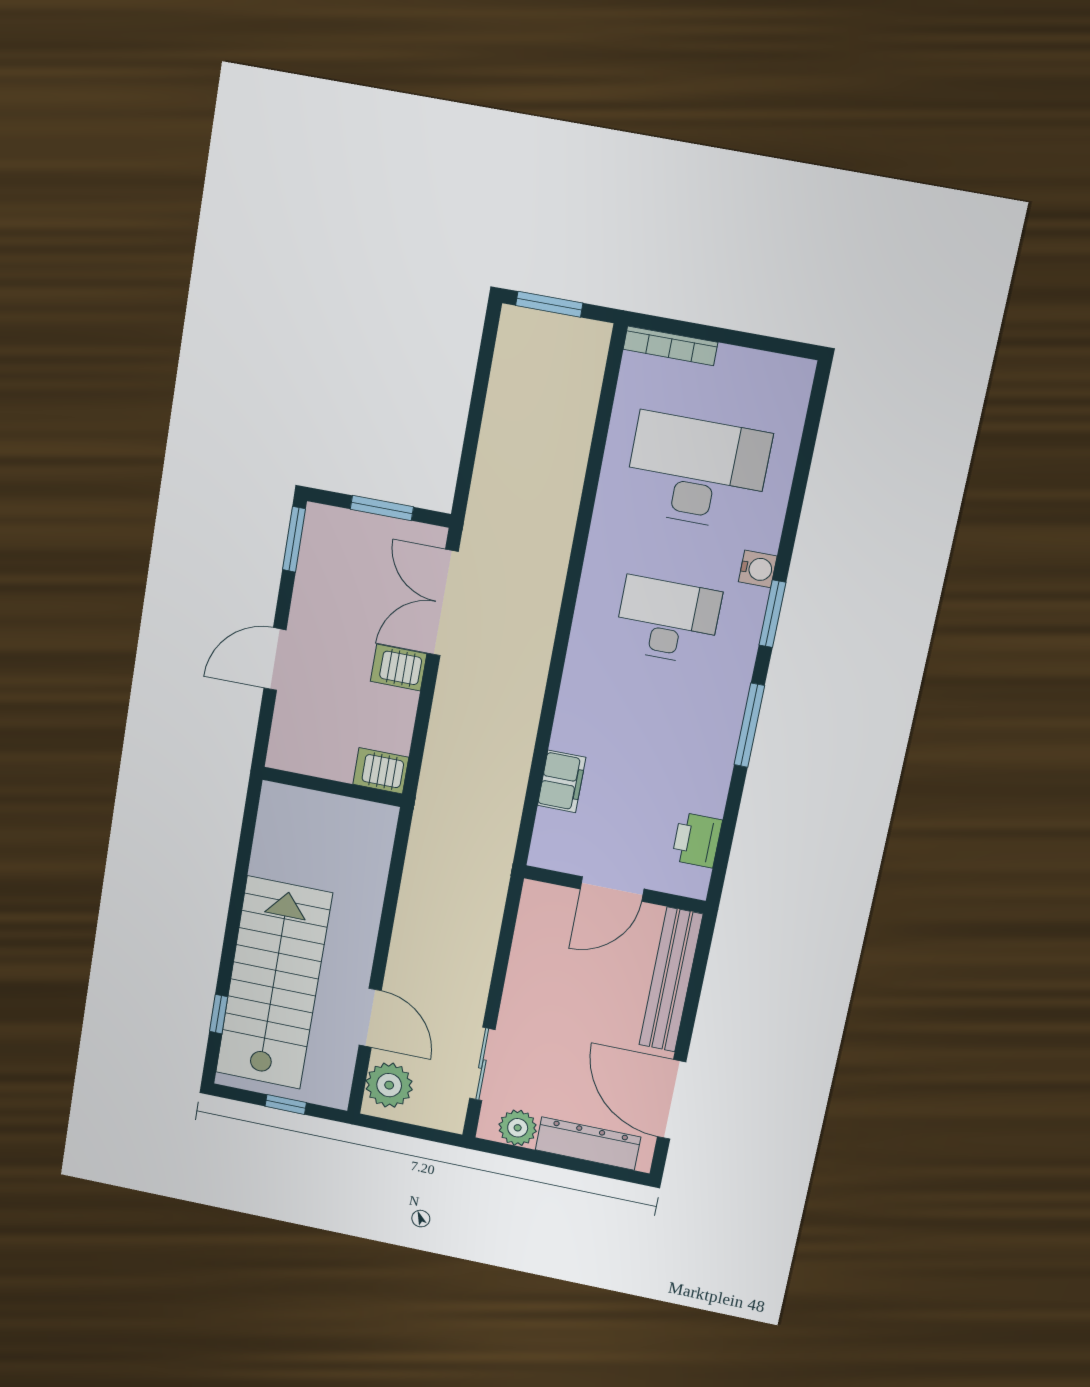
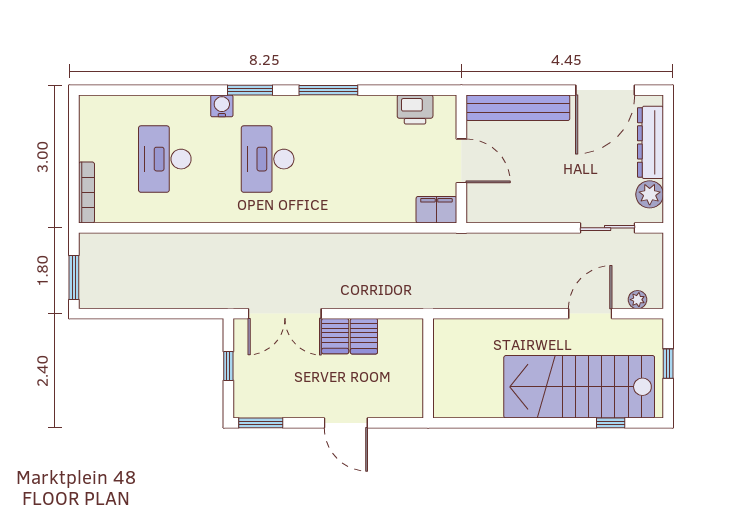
desk: (697, 471) -> (165, 159), width x0.73, depth x0.77
window: (382, 508) -> (228, 366), width x0.67
server rack: (381, 771) -> (364, 336), moved
filing cabinet: (562, 781) -> (436, 210), moved
plant: (389, 1085) -> (637, 300), width x0.53, depth x0.53

